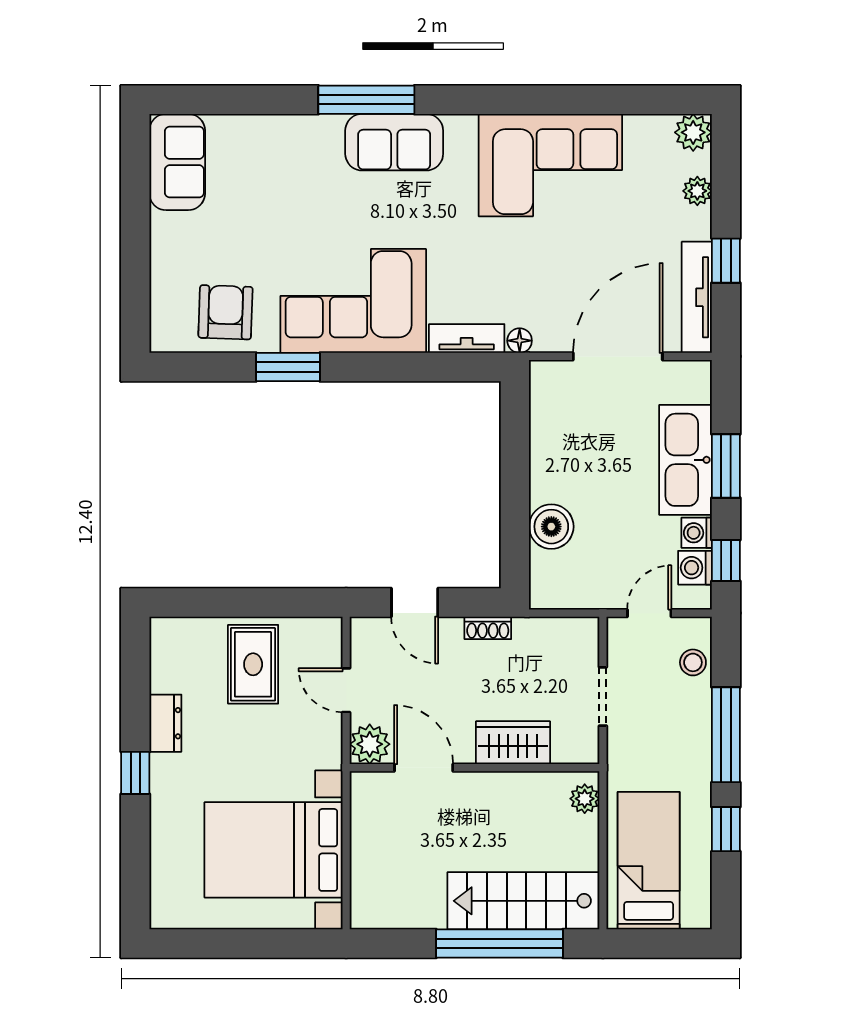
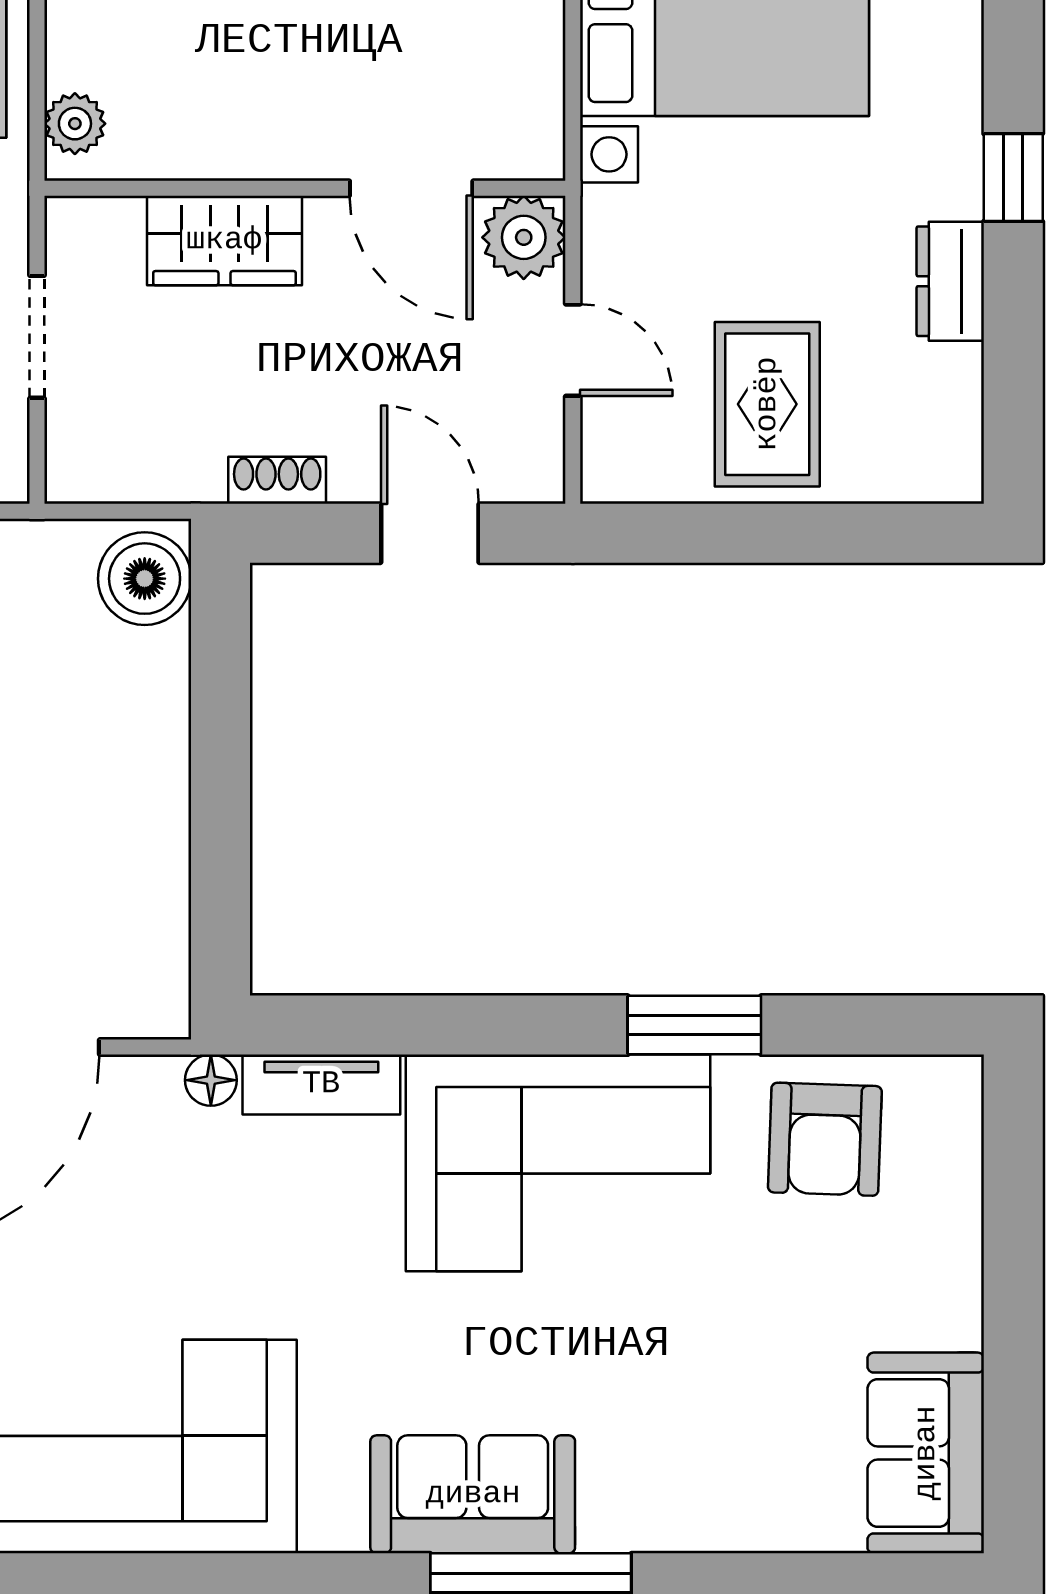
boiler: (551, 527) -> (145, 579), moved

